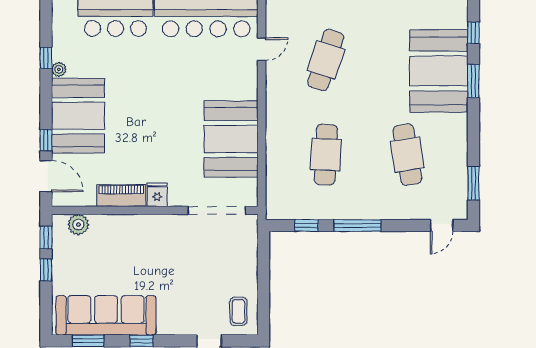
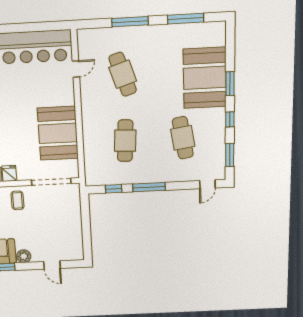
window: (473, 33) -> (230, 119), moved
cafe table: (326, 60) -> (123, 74), turned -36
coffee table: (238, 311) -> (17, 200), moved
plant: (168, 325) -> (24, 256), added

